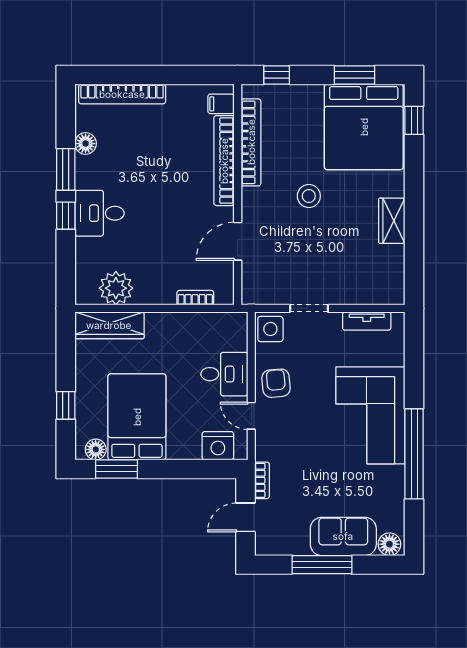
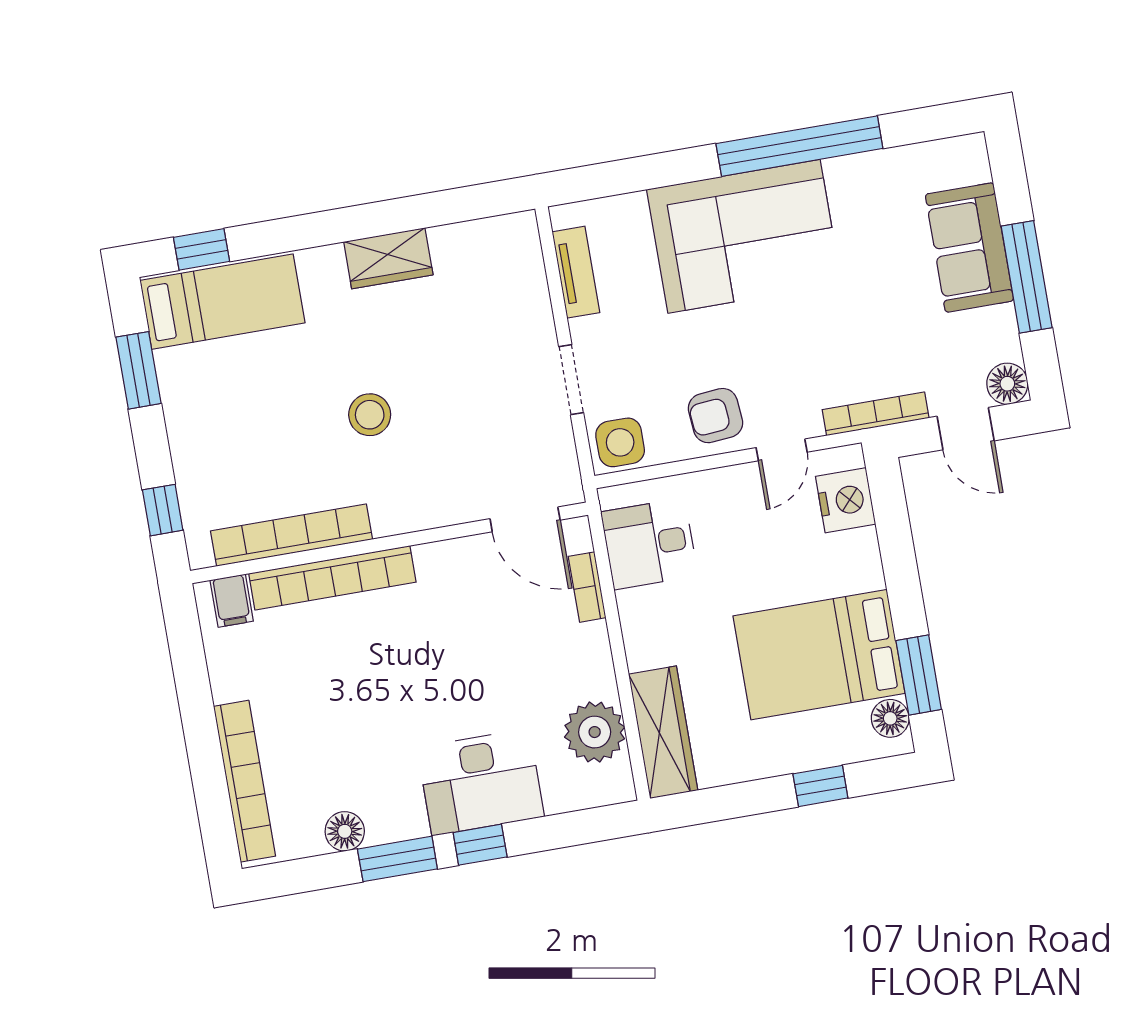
bed: (364, 127) -> (222, 302), width x0.49
desk: (99, 213) -> (481, 782), width x1.37
door: (238, 241) -> (525, 519), moved
desk: (224, 374) -> (649, 544), moved, turned -90
bookcase: (262, 480) -> (876, 414), width x1.56
floor lamp: (389, 544) -> (1007, 384), moved

